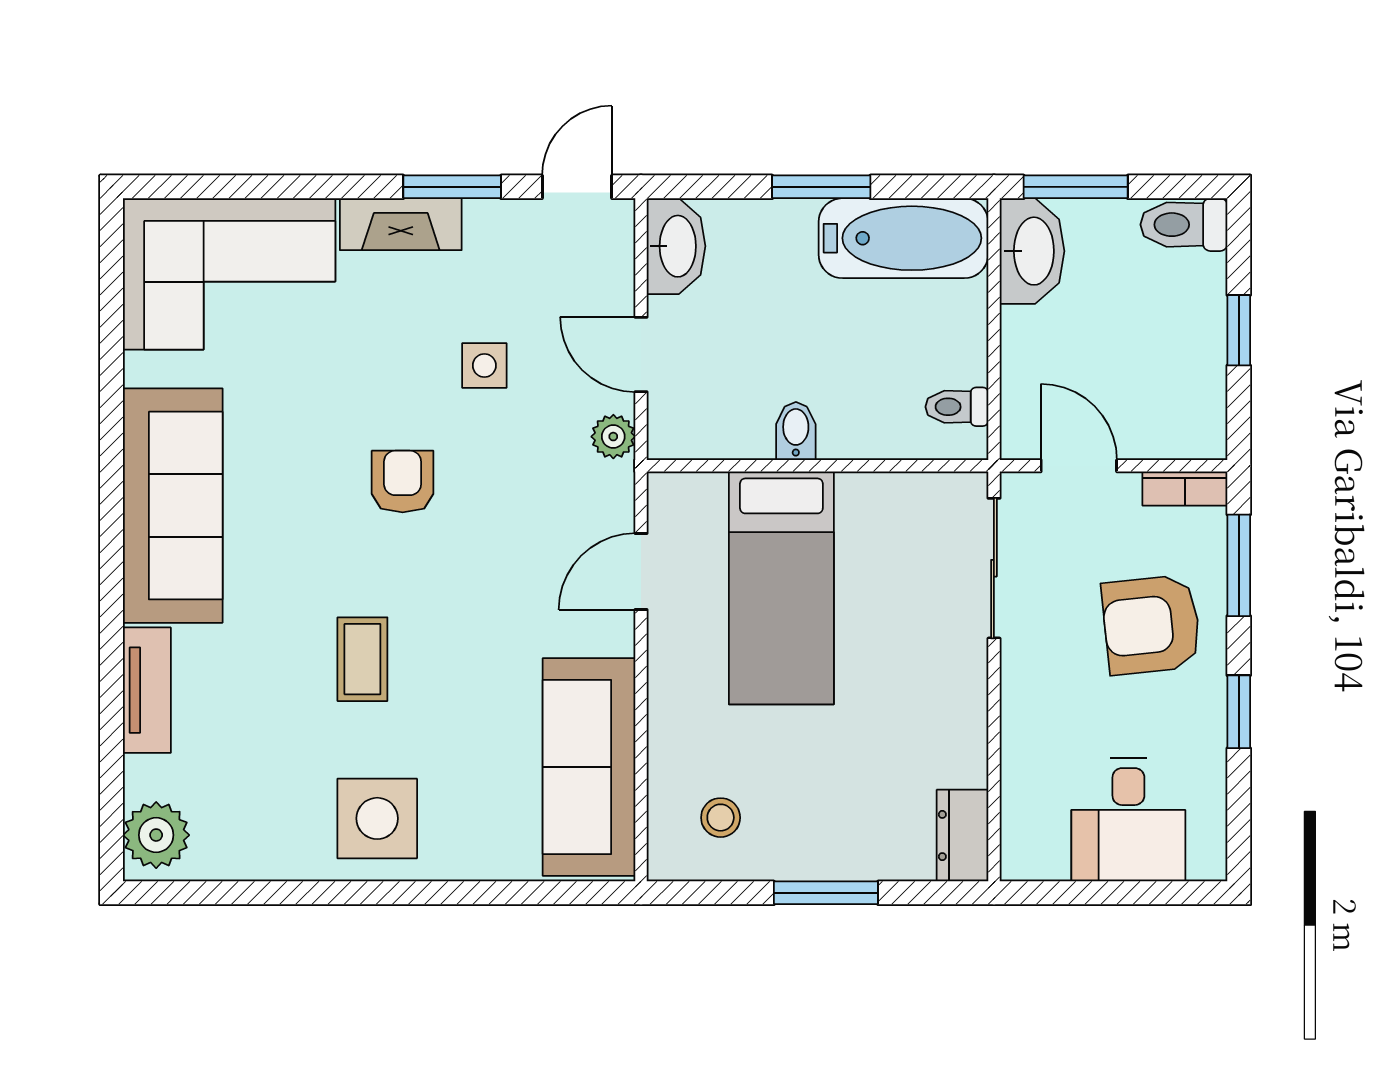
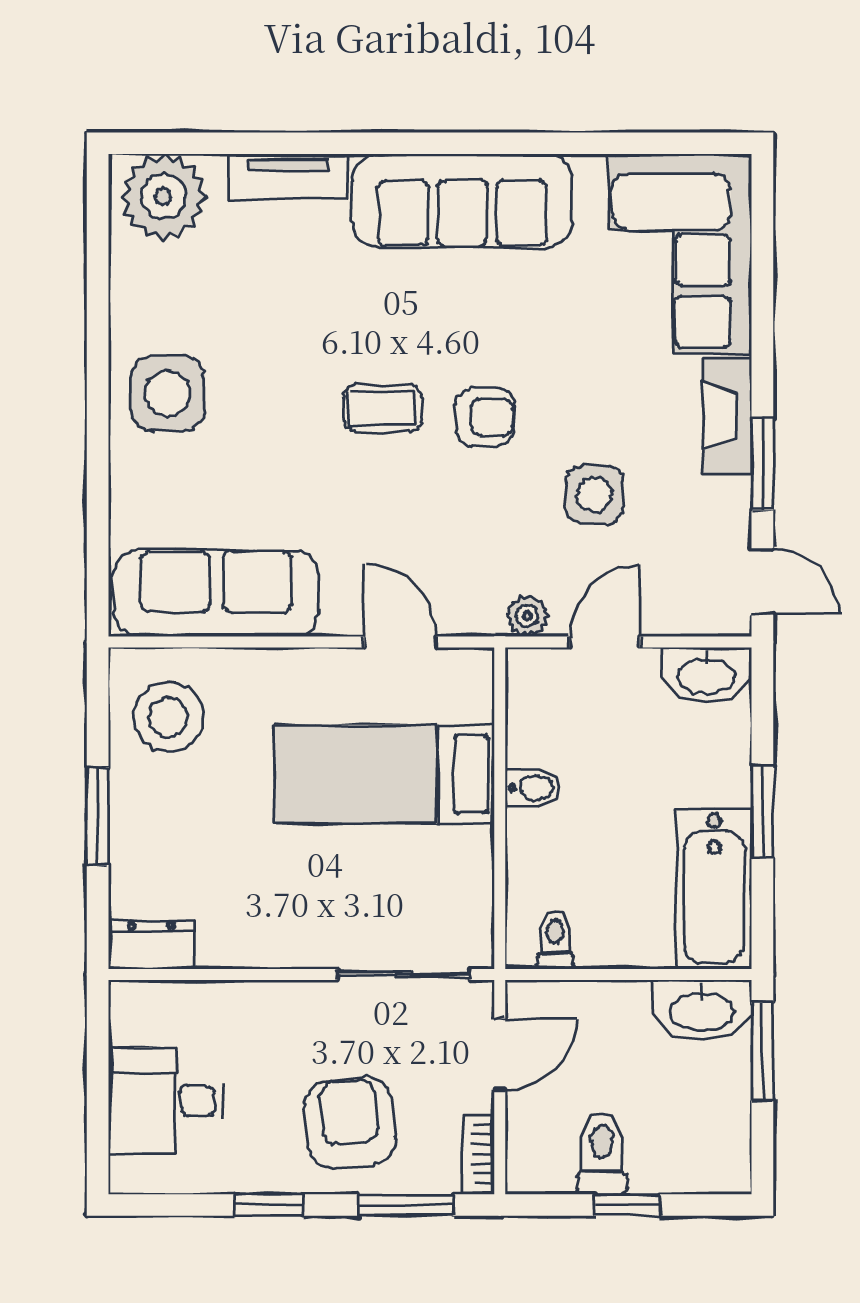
toilet: (1184, 225) -> (602, 1153), moved
side table: (484, 365) -> (594, 494), width x1.37, depth x1.37
coffee table: (362, 659) -> (382, 408), moved
stool: (721, 818) -> (168, 717), width x1.89, depth x1.89
plant: (156, 835) -> (163, 197), width x1.36, depth x1.36

